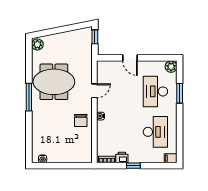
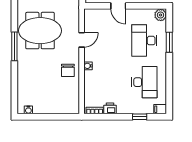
window: (133, 166) -> (140, 117), moved

